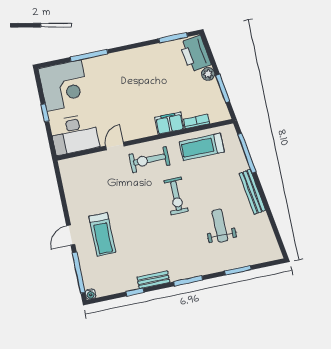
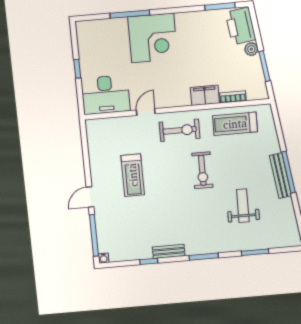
corner desk: (64, 85) -> (153, 38), moved
window: (247, 153) -> (288, 172), moved
exercise bike: (149, 160) -> (180, 130), turned 180
treadmill: (102, 234) -> (133, 175), moved

